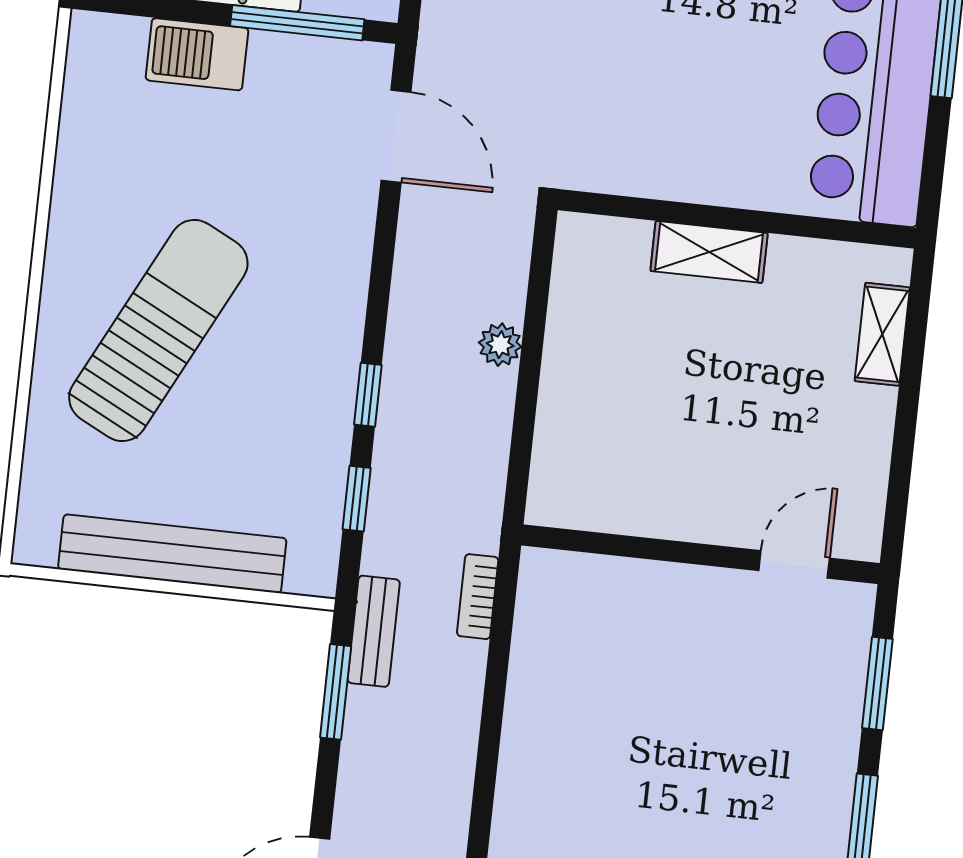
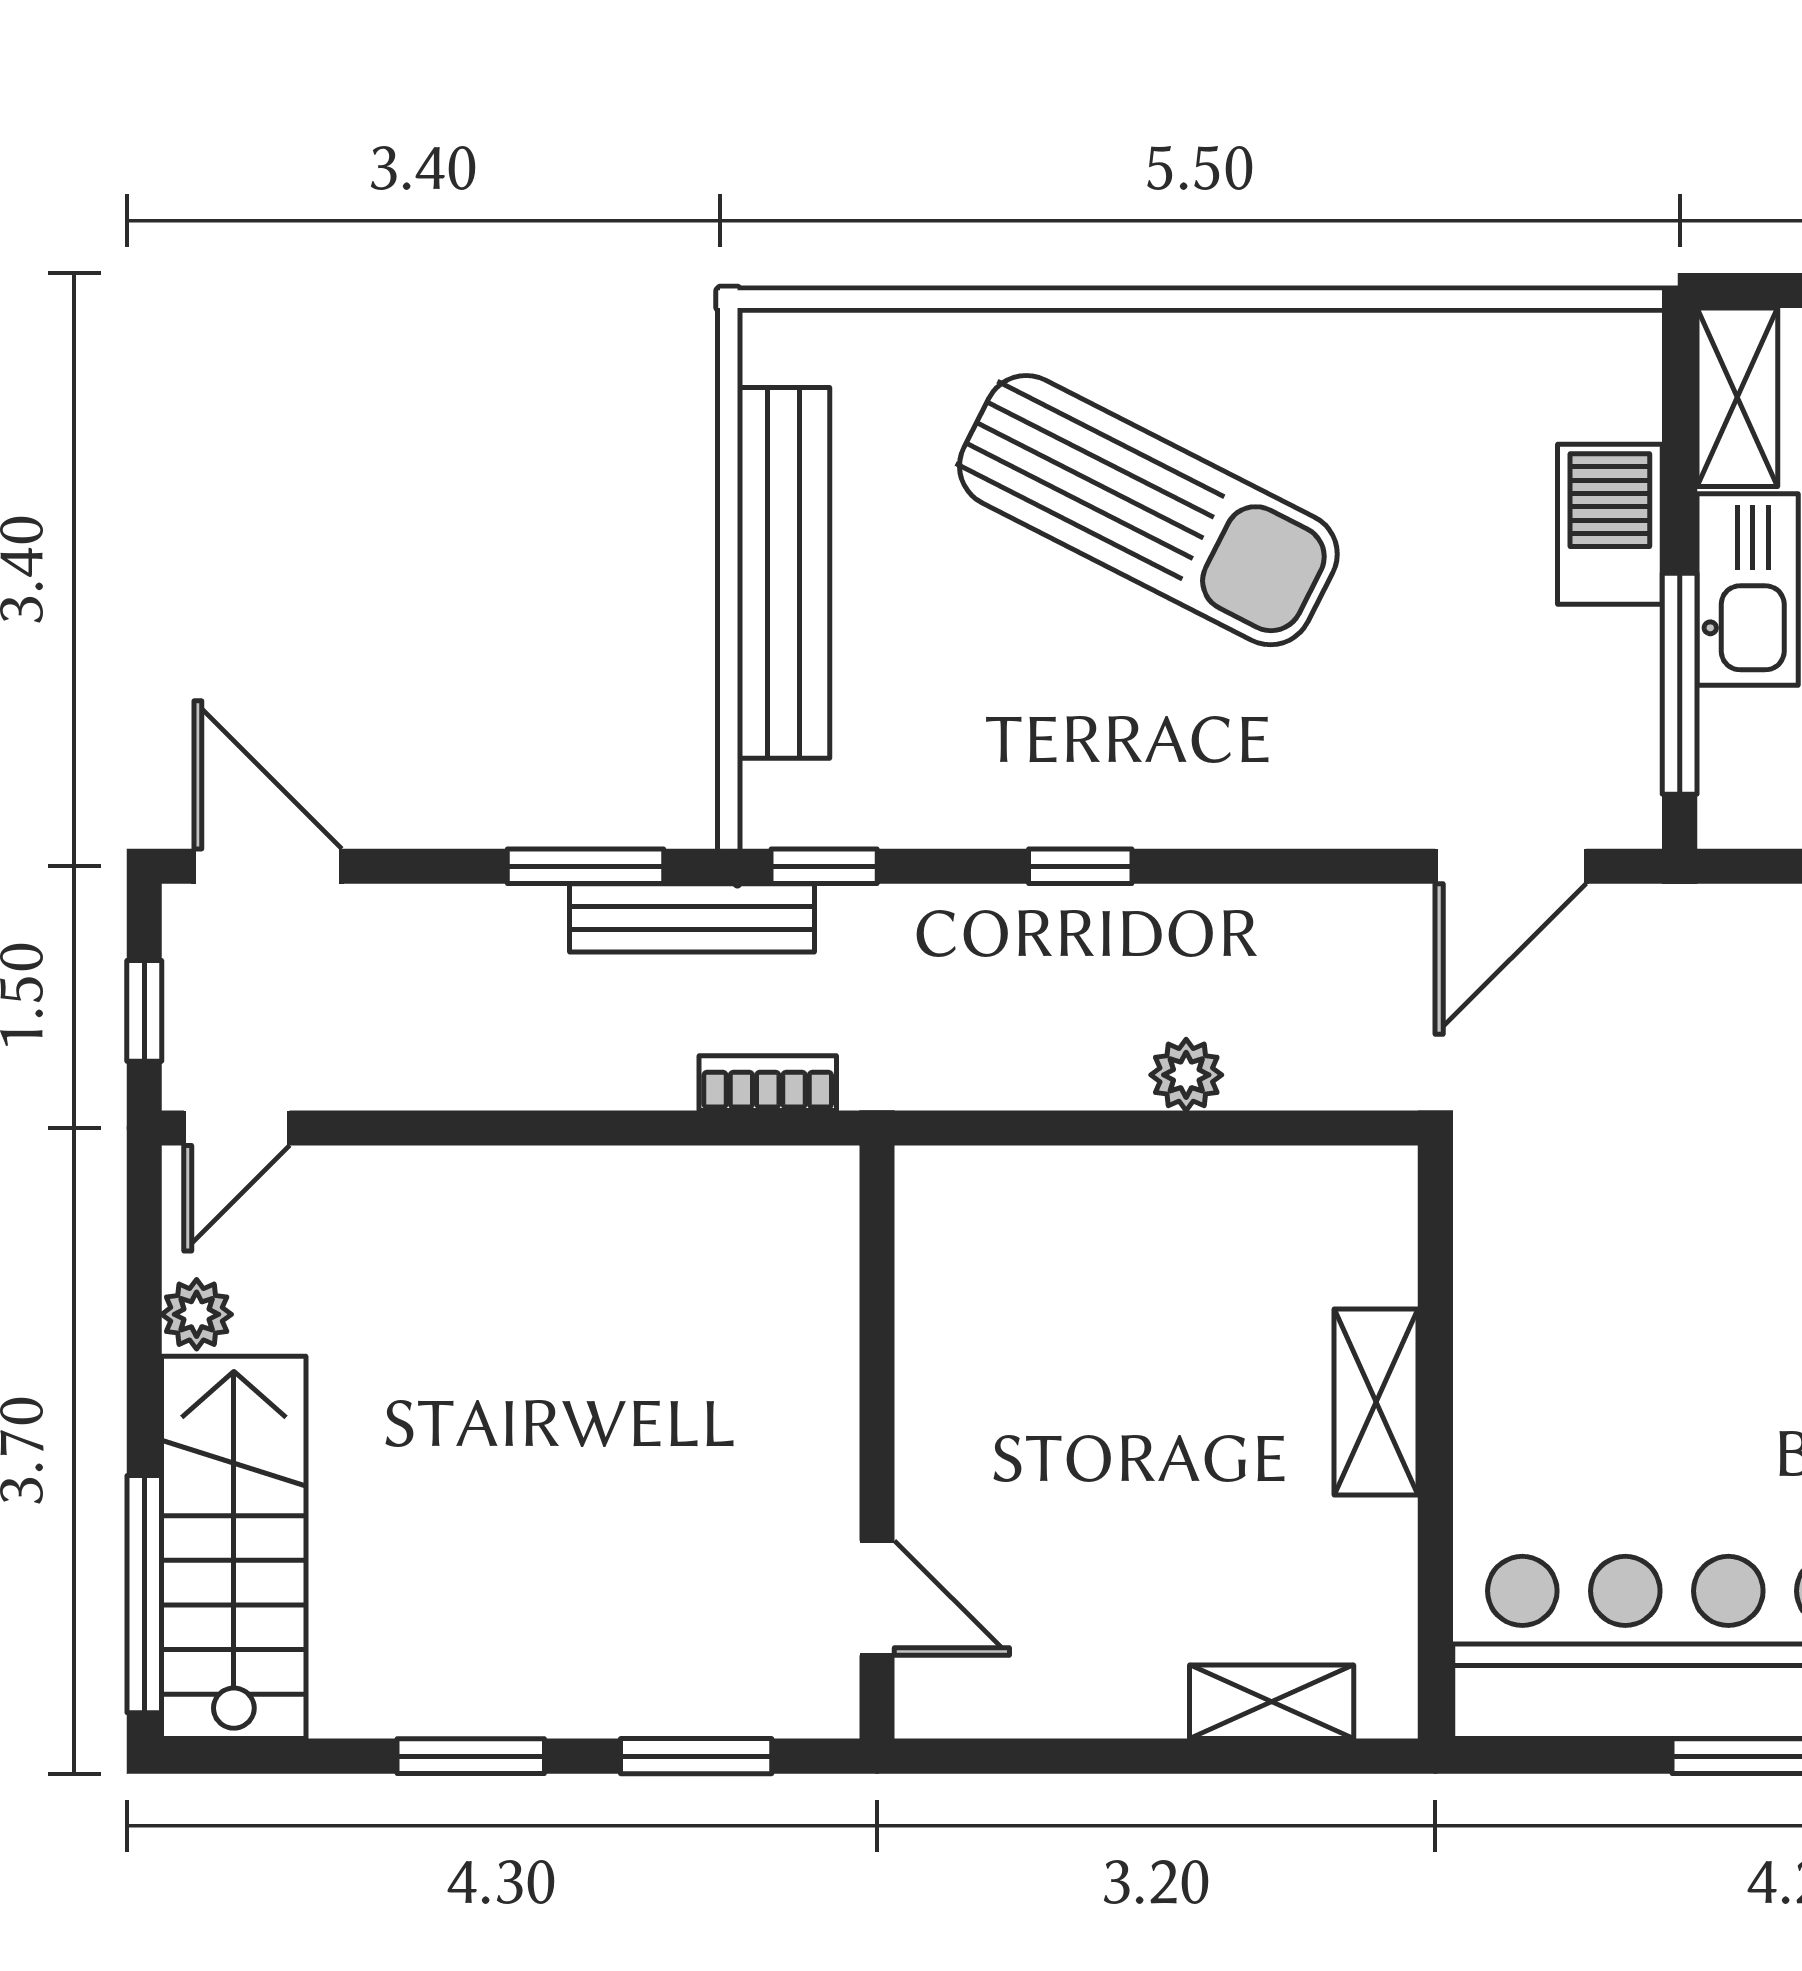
window: (357, 499) -> (824, 866), moved
bench: (374, 631) -> (692, 918), width x1.36

